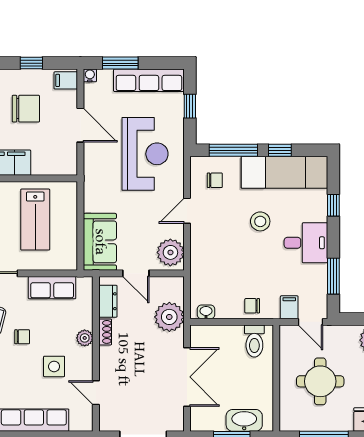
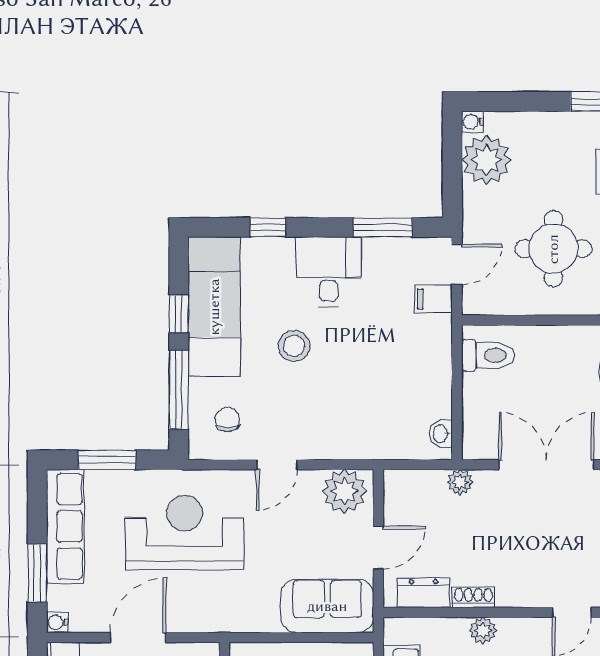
window: (190, 106) -> (107, 460), width x1.50
door: (187, 211) -> (277, 465), hinge flipped
chair: (252, 306) -> (431, 359), removed
plant: (169, 317) -> (460, 482), width x0.53, depth x0.53

